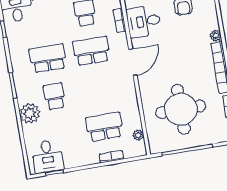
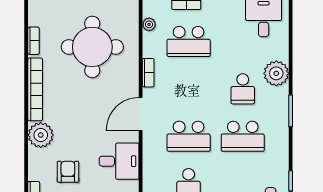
bookcase: (120, 20) -> (148, 73), moved
plant: (216, 36) -> (41, 135), width x1.88, depth x1.88

